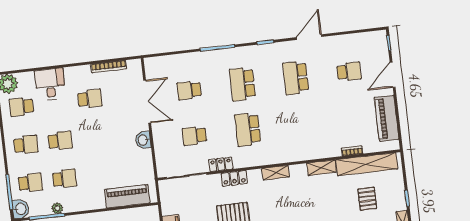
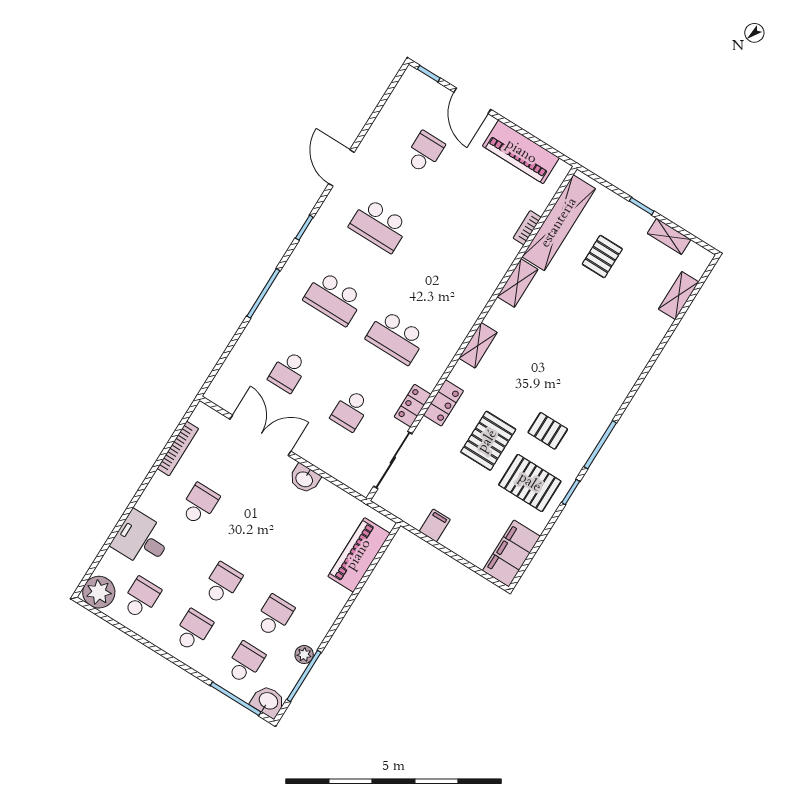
school desk: (21, 107) -> (141, 598), turned 180
pallet: (367, 199) -> (602, 257), turned 90

